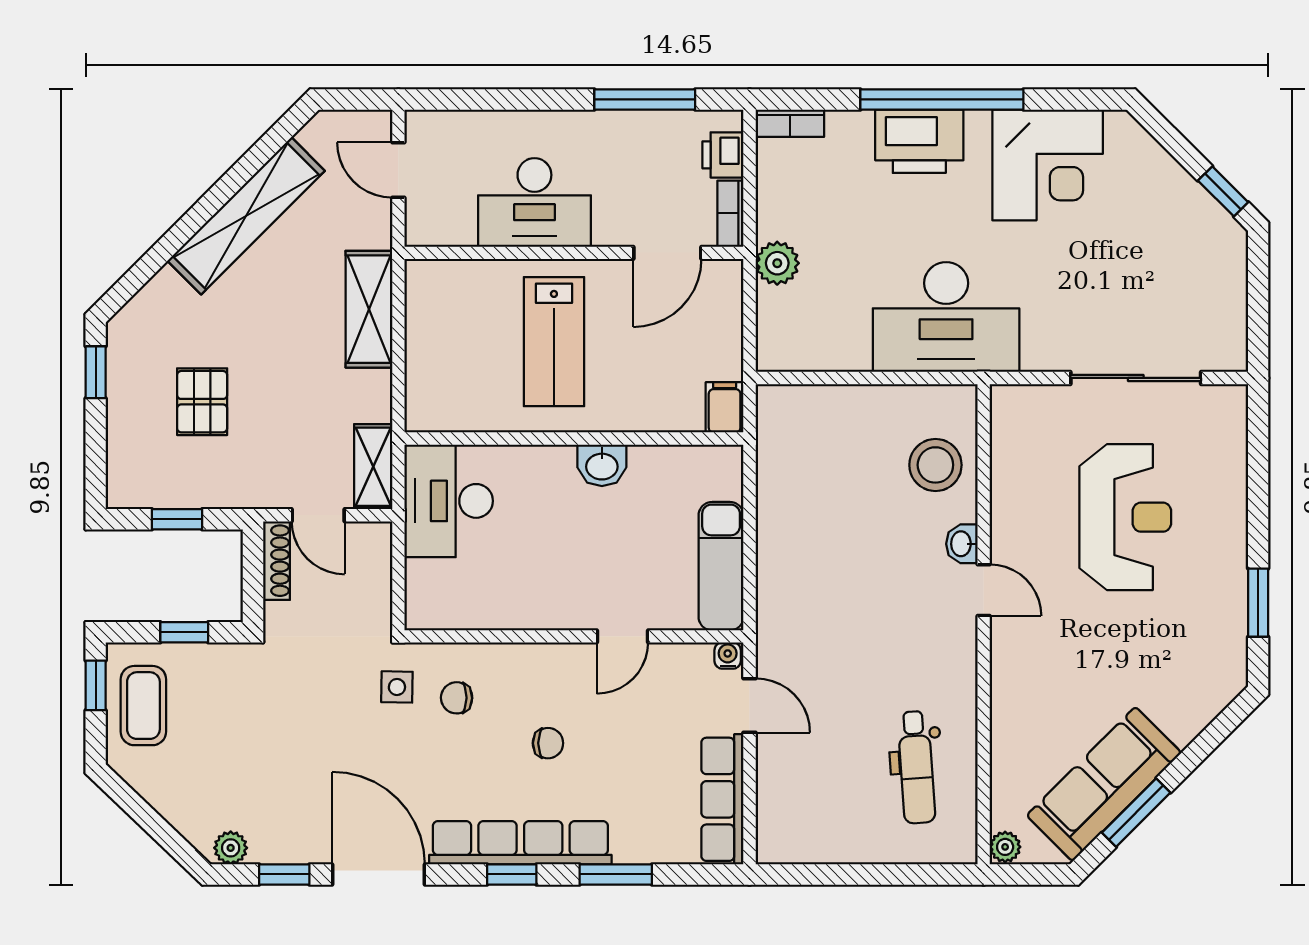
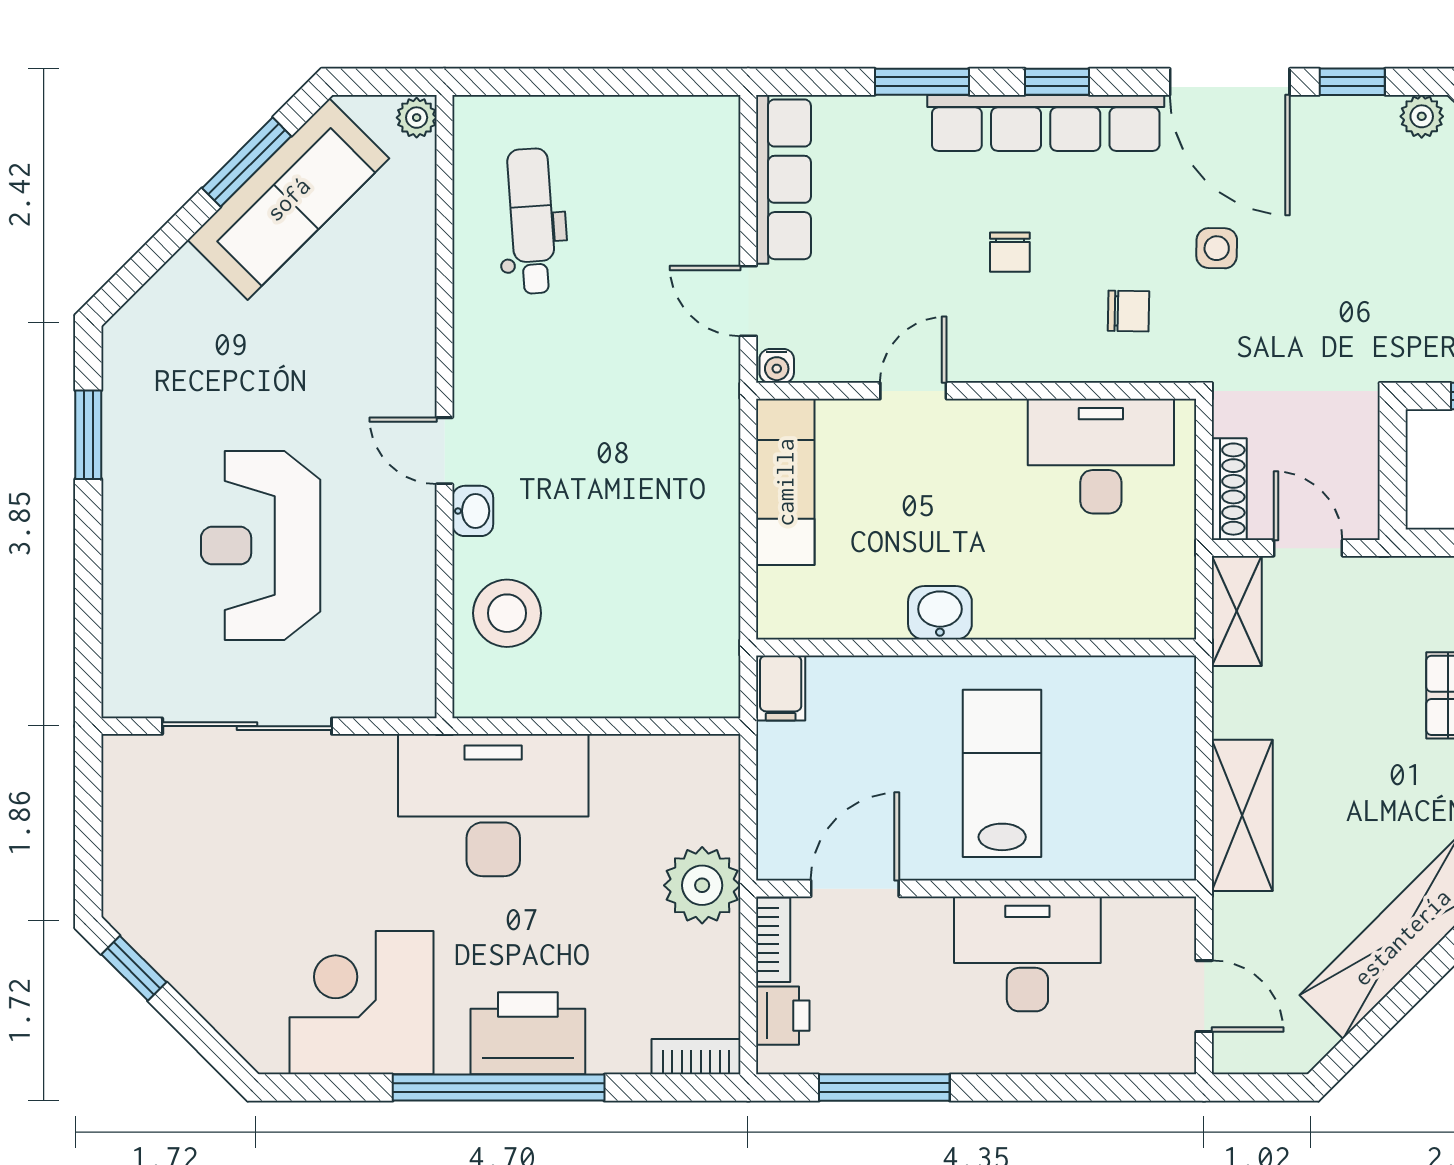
plant: (777, 263) -> (702, 885), width x1.36, depth x1.36
desk: (449, 501) -> (1101, 456), moved, turned -90
shoe rack: (277, 561) -> (1229, 489), moved, turned 180
side table: (397, 687) -> (1217, 248), moved
chair: (548, 743) -> (1010, 252), turned -90

